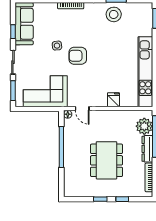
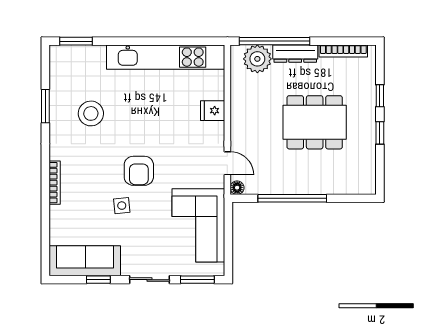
stool: (114, 14) -> (91, 113), moved
door: (82, 108) -> (227, 163), hinge flipped

